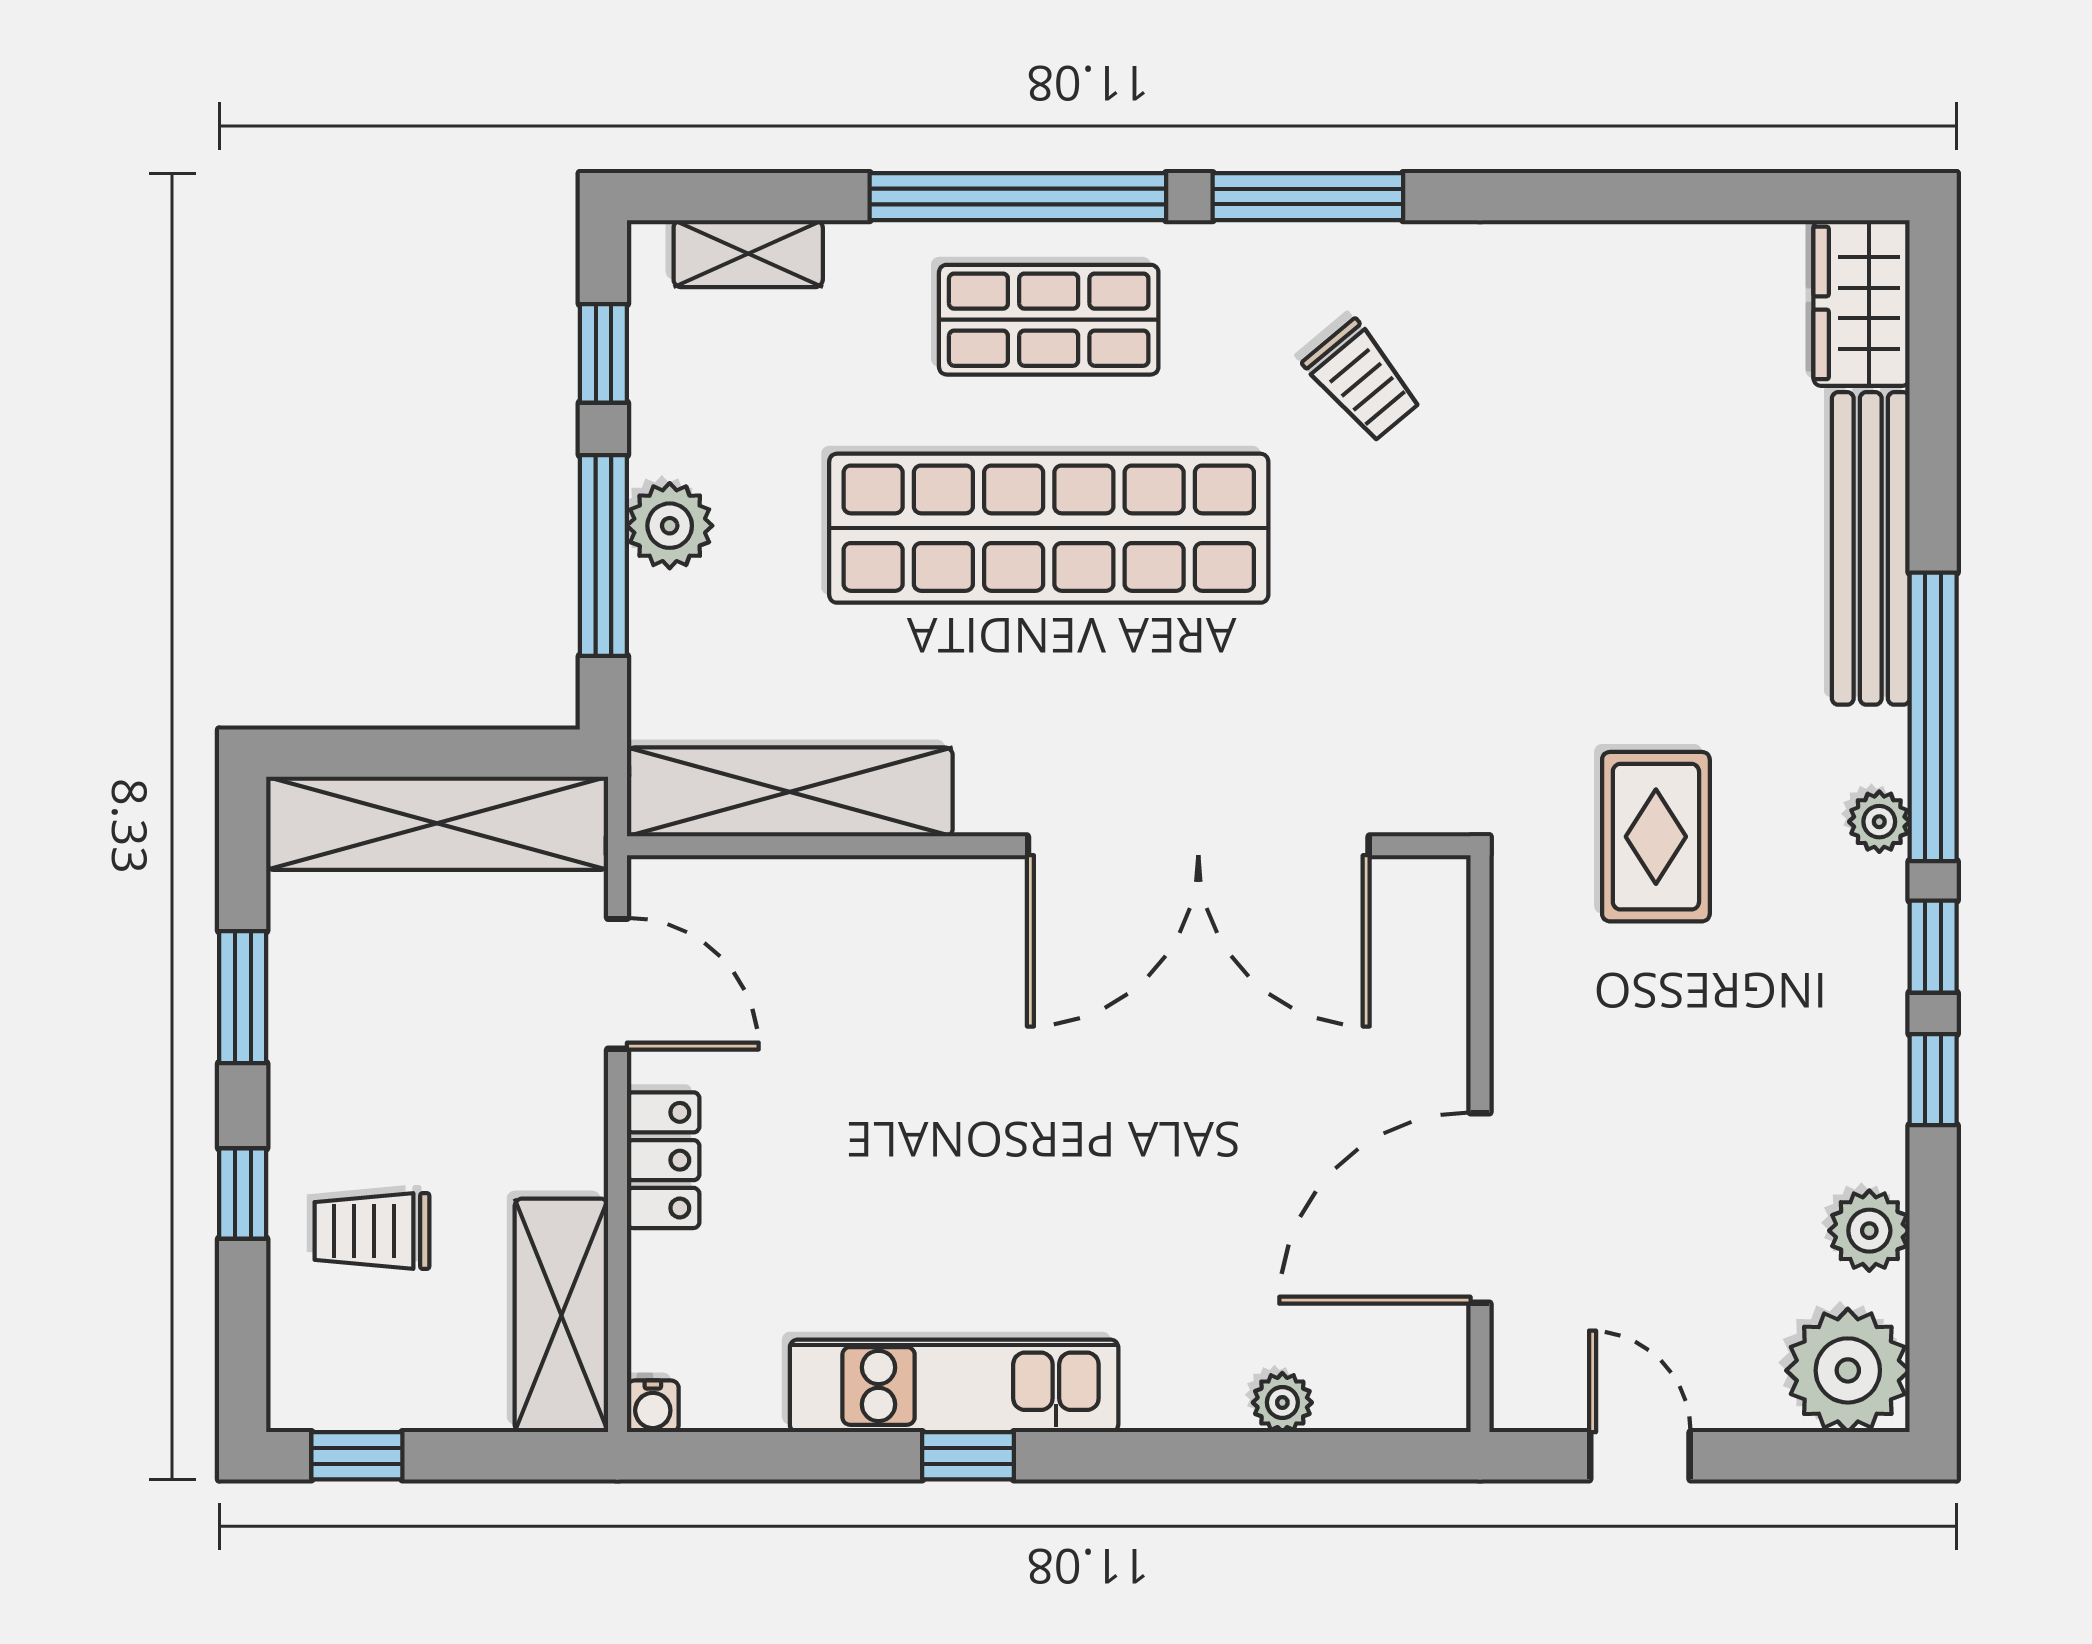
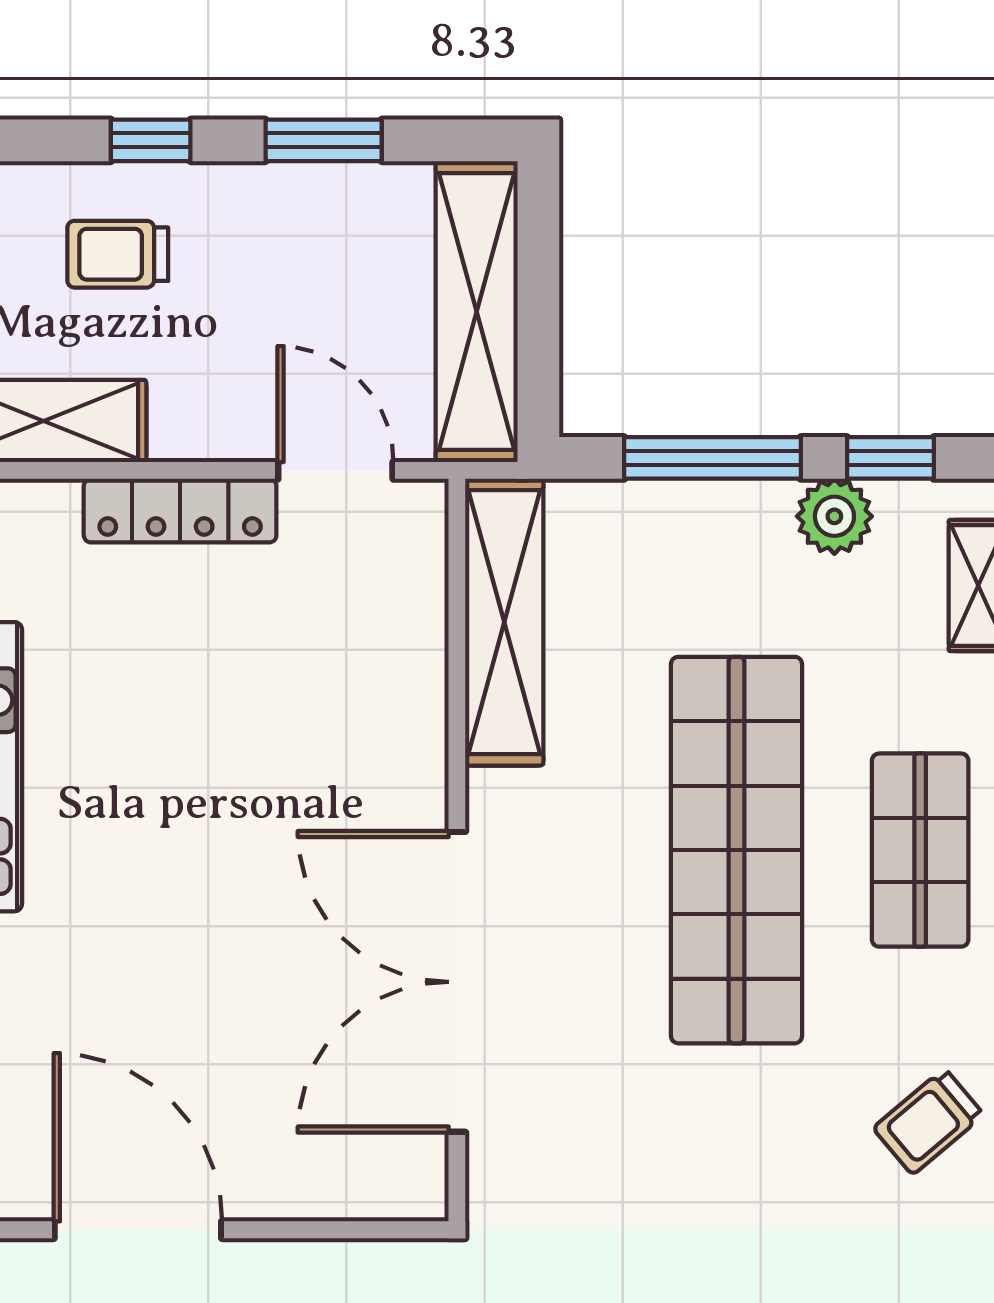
trolley: (1362, 381) -> (928, 1121), moved
plant: (670, 526) -> (834, 516), moved
door: (617, 984) -> (335, 470), swing flipped
locker: (663, 1160) -> (180, 511), width x1.53
trolley: (372, 1231) -> (118, 254), turned -90

